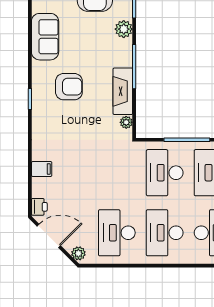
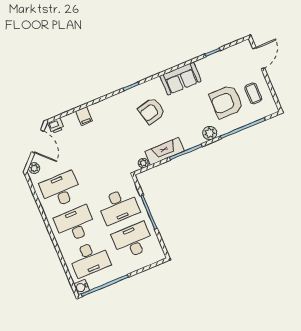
armchair: (69, 87) -> (152, 111), turned 76
desk: (165, 173) -> (118, 206), turned 180

